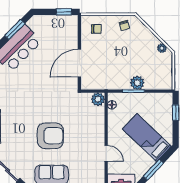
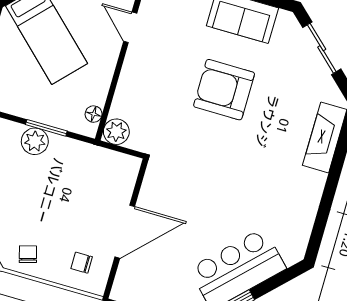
door: (79, 63) -> (125, 232), moved

